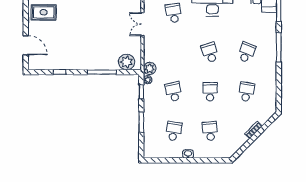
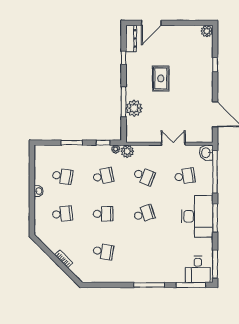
rug: (44, 12) -> (161, 78), moved
school desk: (246, 52) -> (144, 176), moved
plant: (127, 62) -> (134, 108), moved
dresser: (41, 65) -> (131, 38), added

